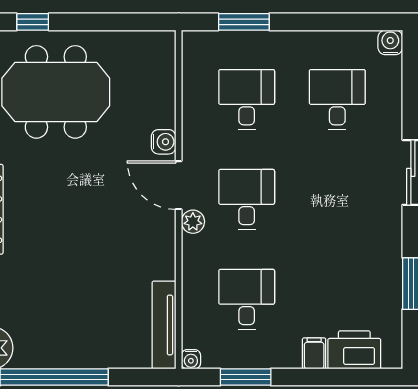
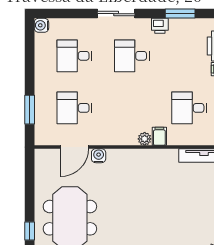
door: (179, 185) -> (74, 147), moved
desk: (247, 199) -> (132, 56), moved
filing cabinet: (197, 247) -> (159, 136), added
printer: (389, 248) -> (160, 26), added

